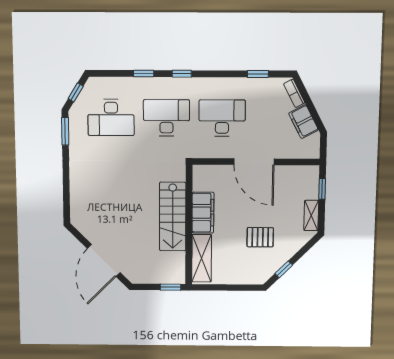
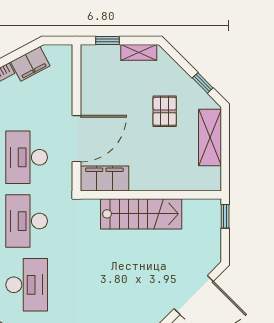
door: (254, 162) -> (77, 139), moved
filing cabinet: (203, 213) -> (104, 179), moved
shelving: (202, 258) -> (210, 138), moved, turned 90

